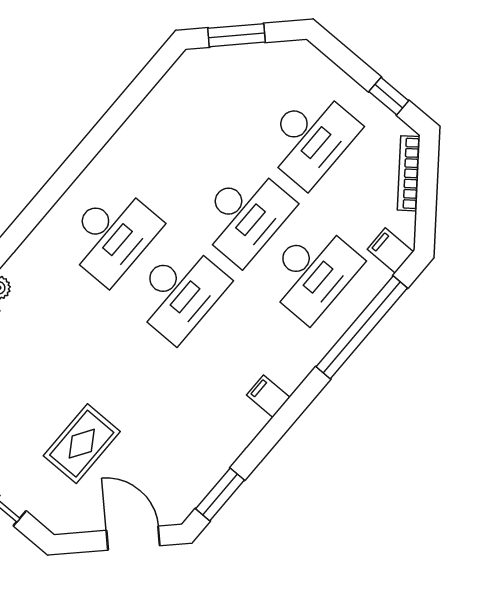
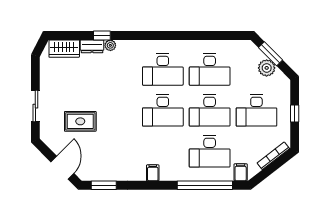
plant: (254, 61) -> (267, 68), added
window: (389, 96) -> (295, 113), moved
desk: (177, 158) -> (210, 69), added

